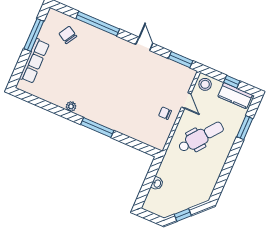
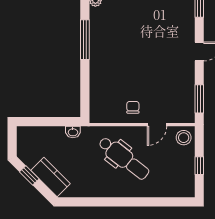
kitchen counter: (235, 96) -> (50, 177), moved, turned 135
window: (245, 128) -> (155, 202), removed
washbasin: (157, 183) -> (73, 132), moved

